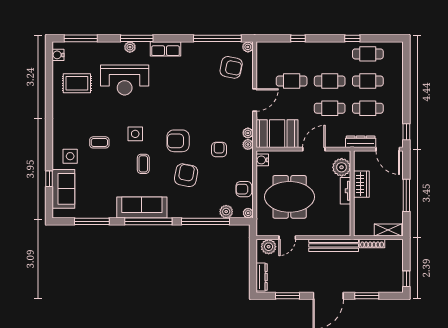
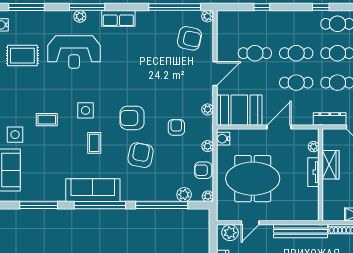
plant: (248, 144) -> (208, 146), moved
plant: (342, 167) -> (314, 147), width x0.53, depth x0.53

